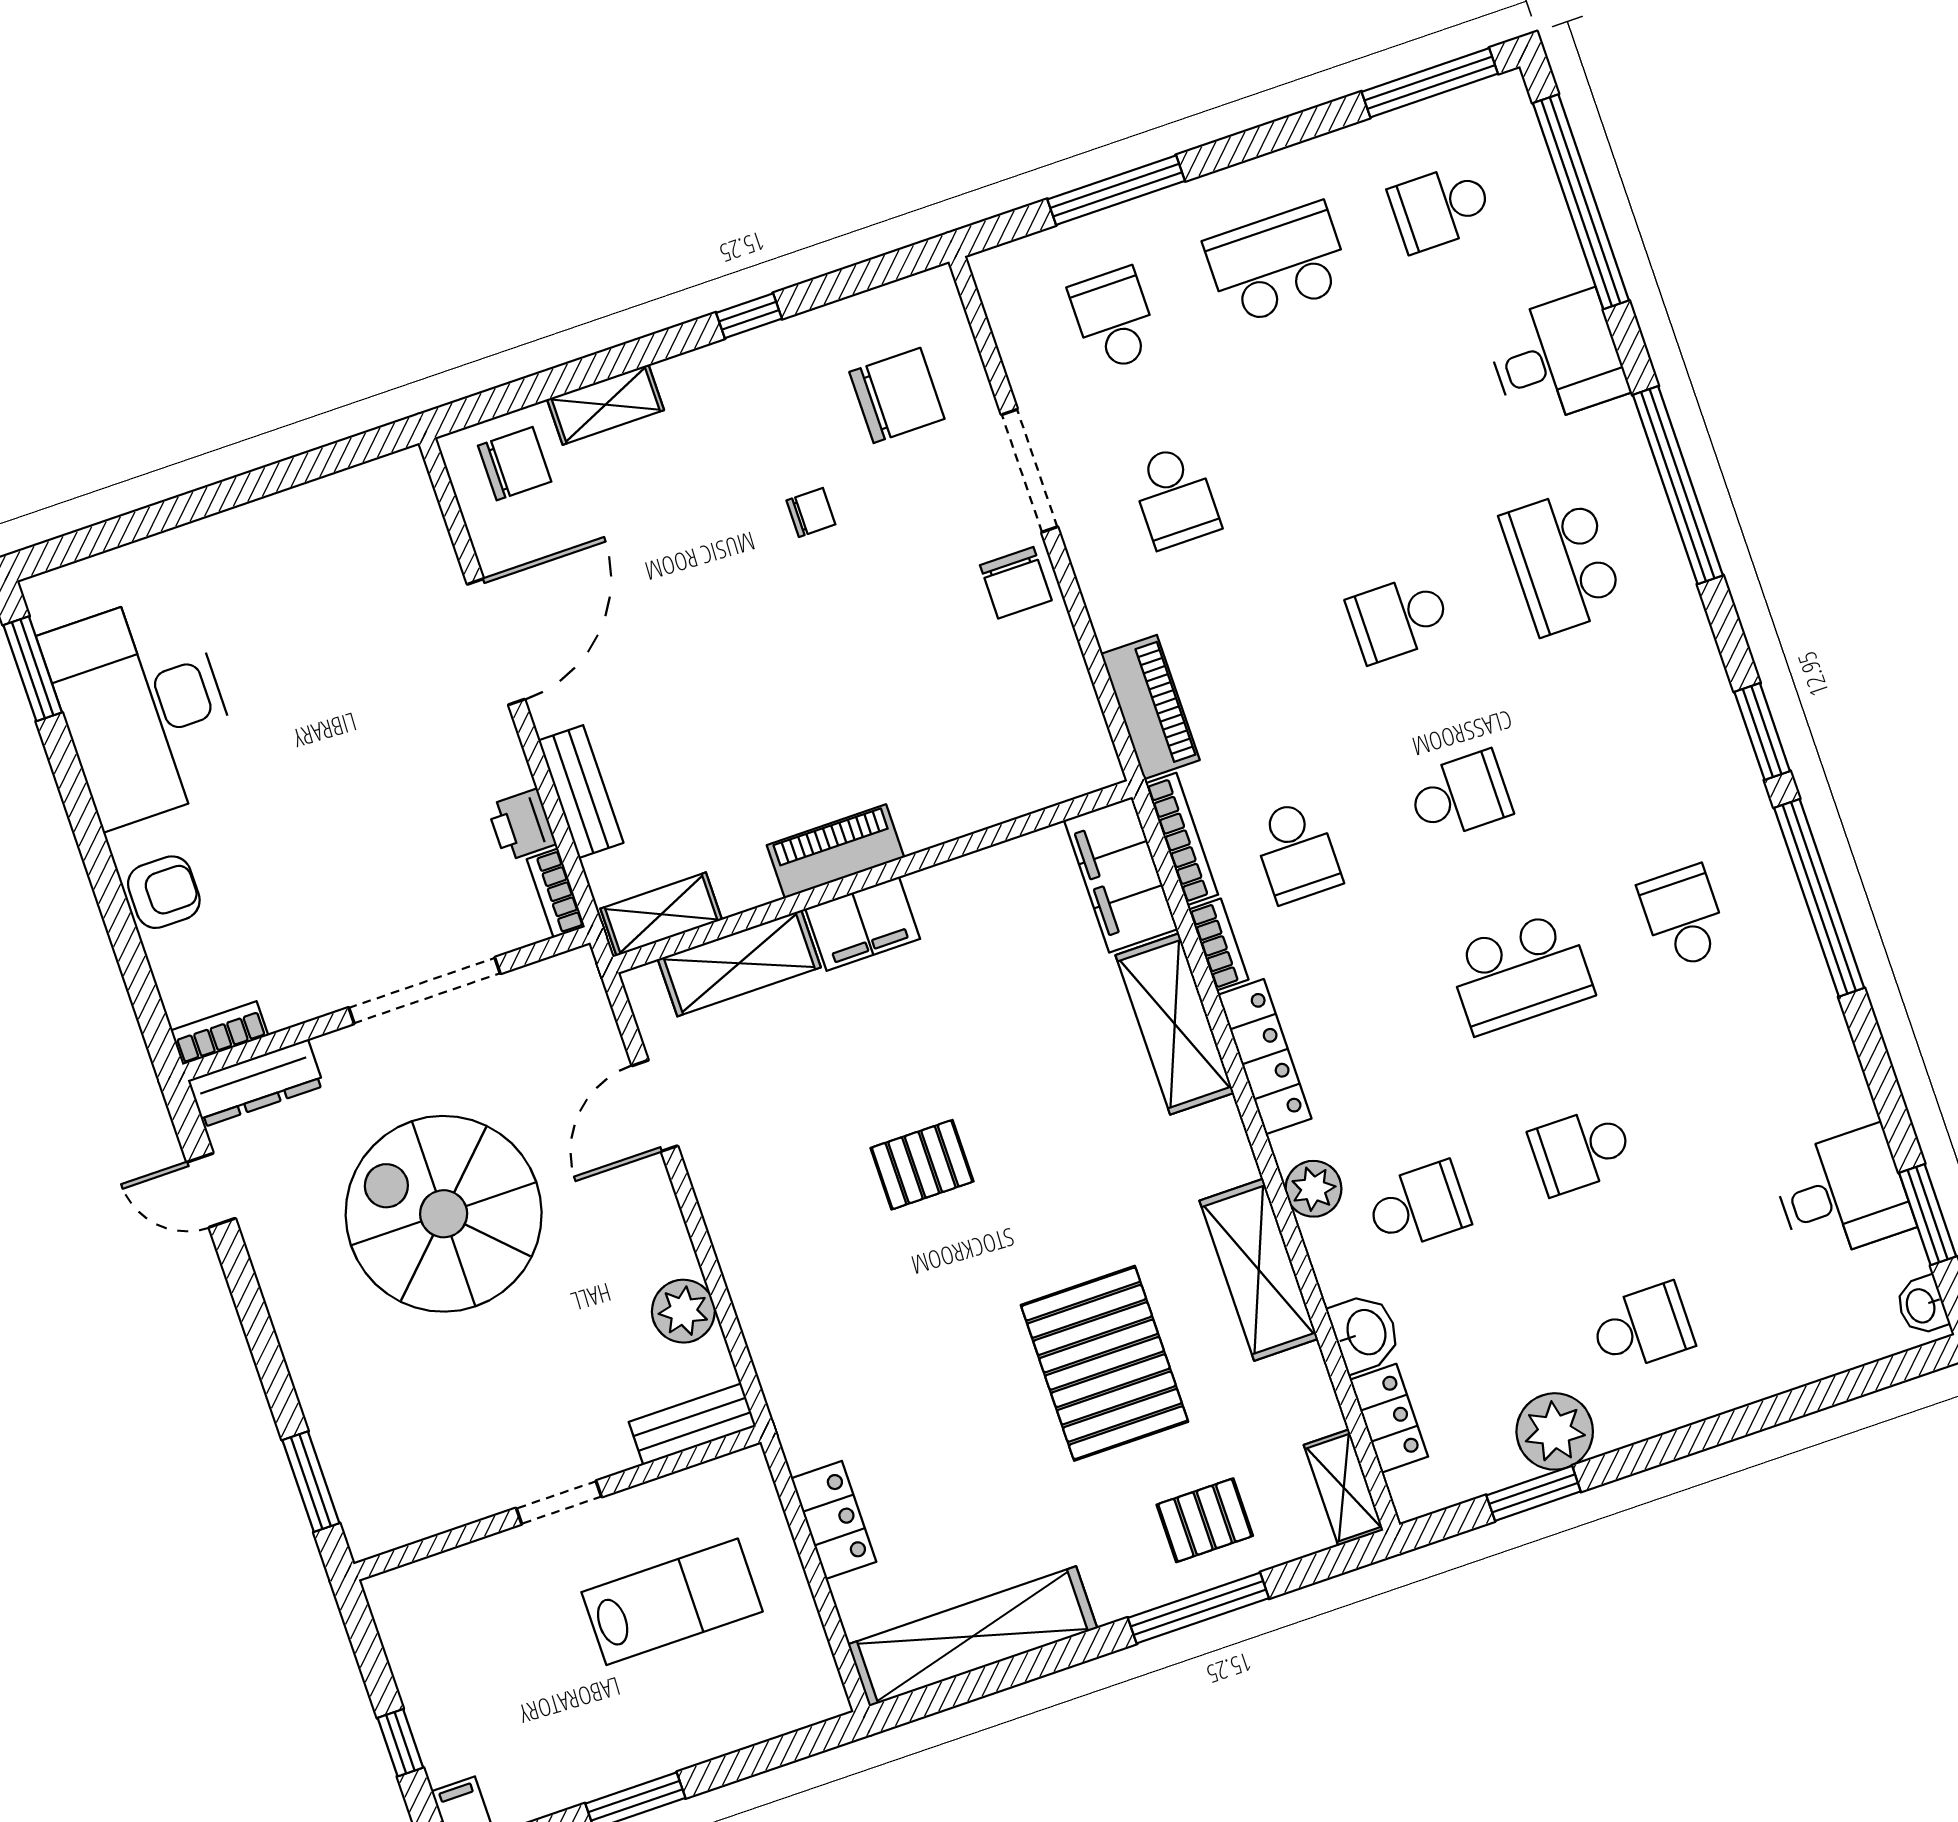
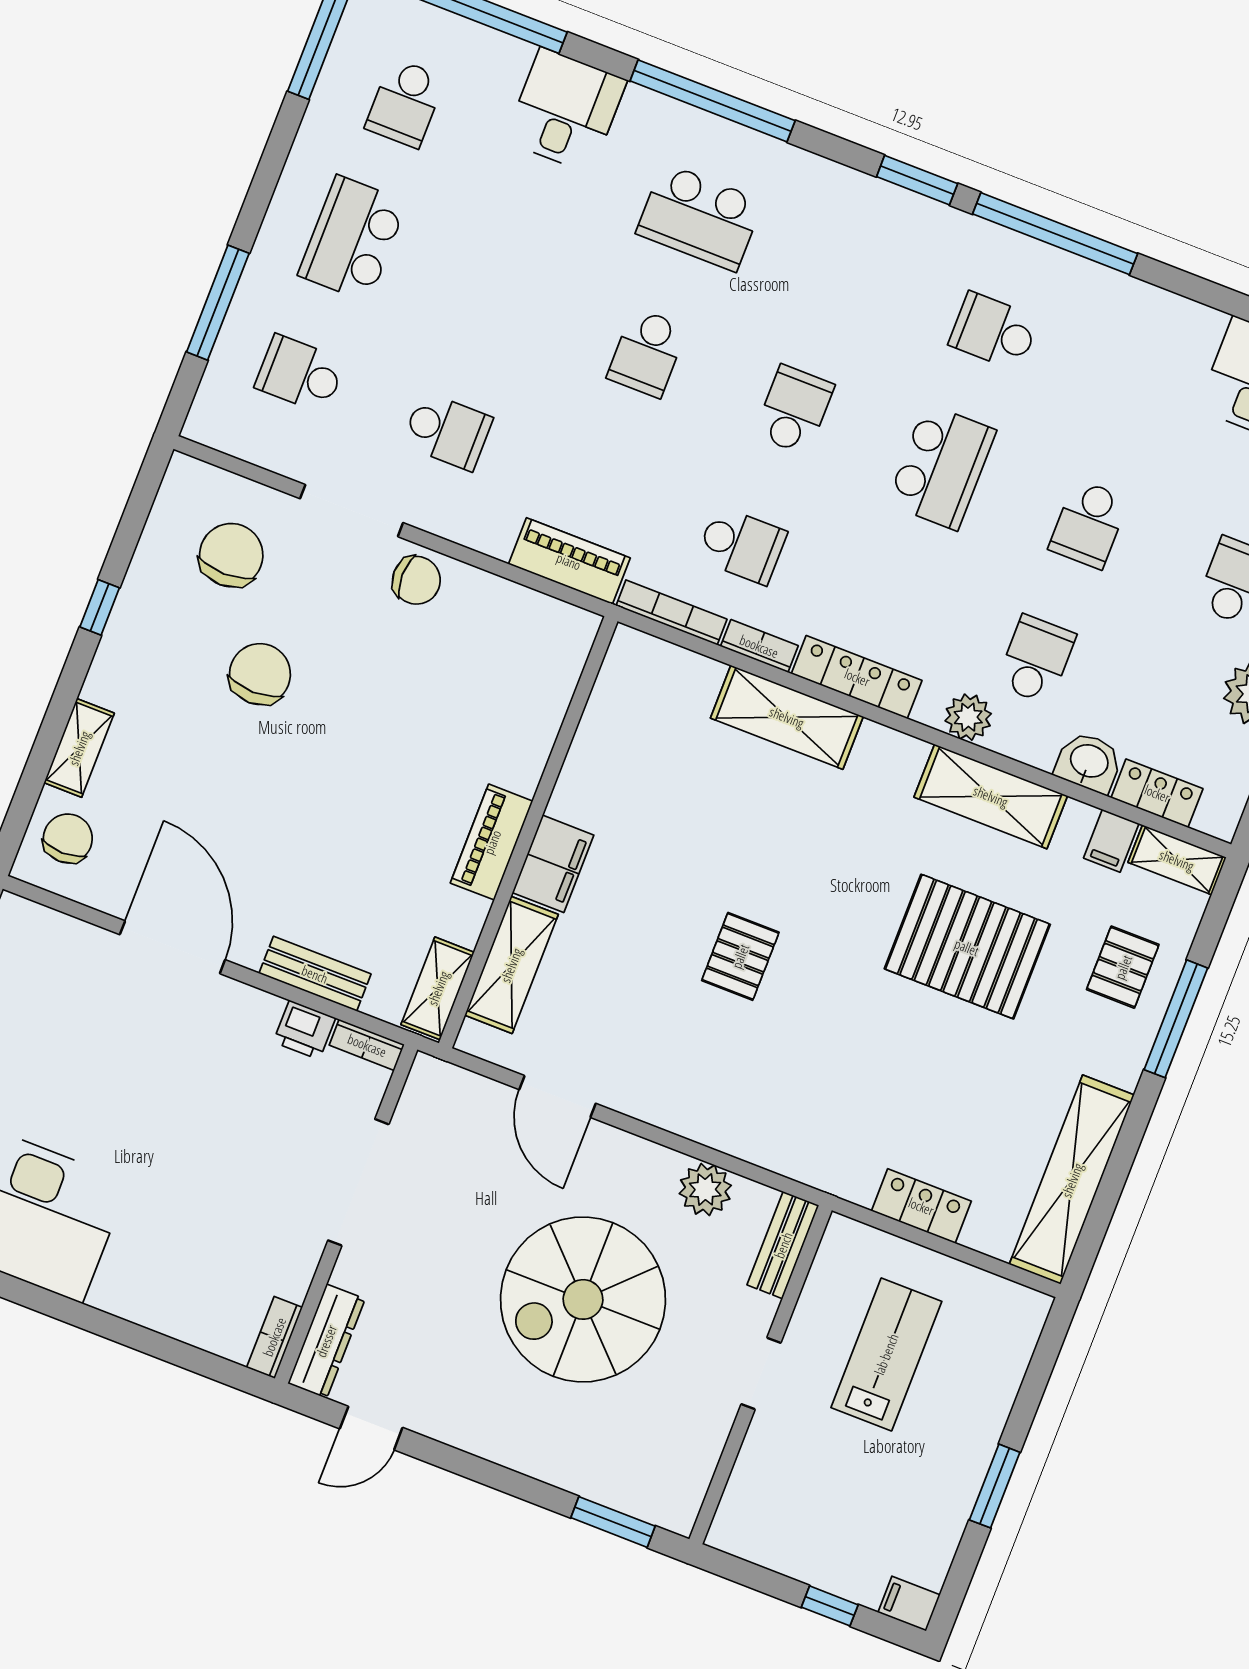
chair: (811, 512) -> (260, 674), width x1.87, depth x1.87
filing cabinet: (1121, 875) -> (1111, 841), moved, width x0.33, depth x0.86
armchair: (164, 892) -> (154, 1297), removed
spiral stairs: (444, 1214) -> (583, 1299), moved

